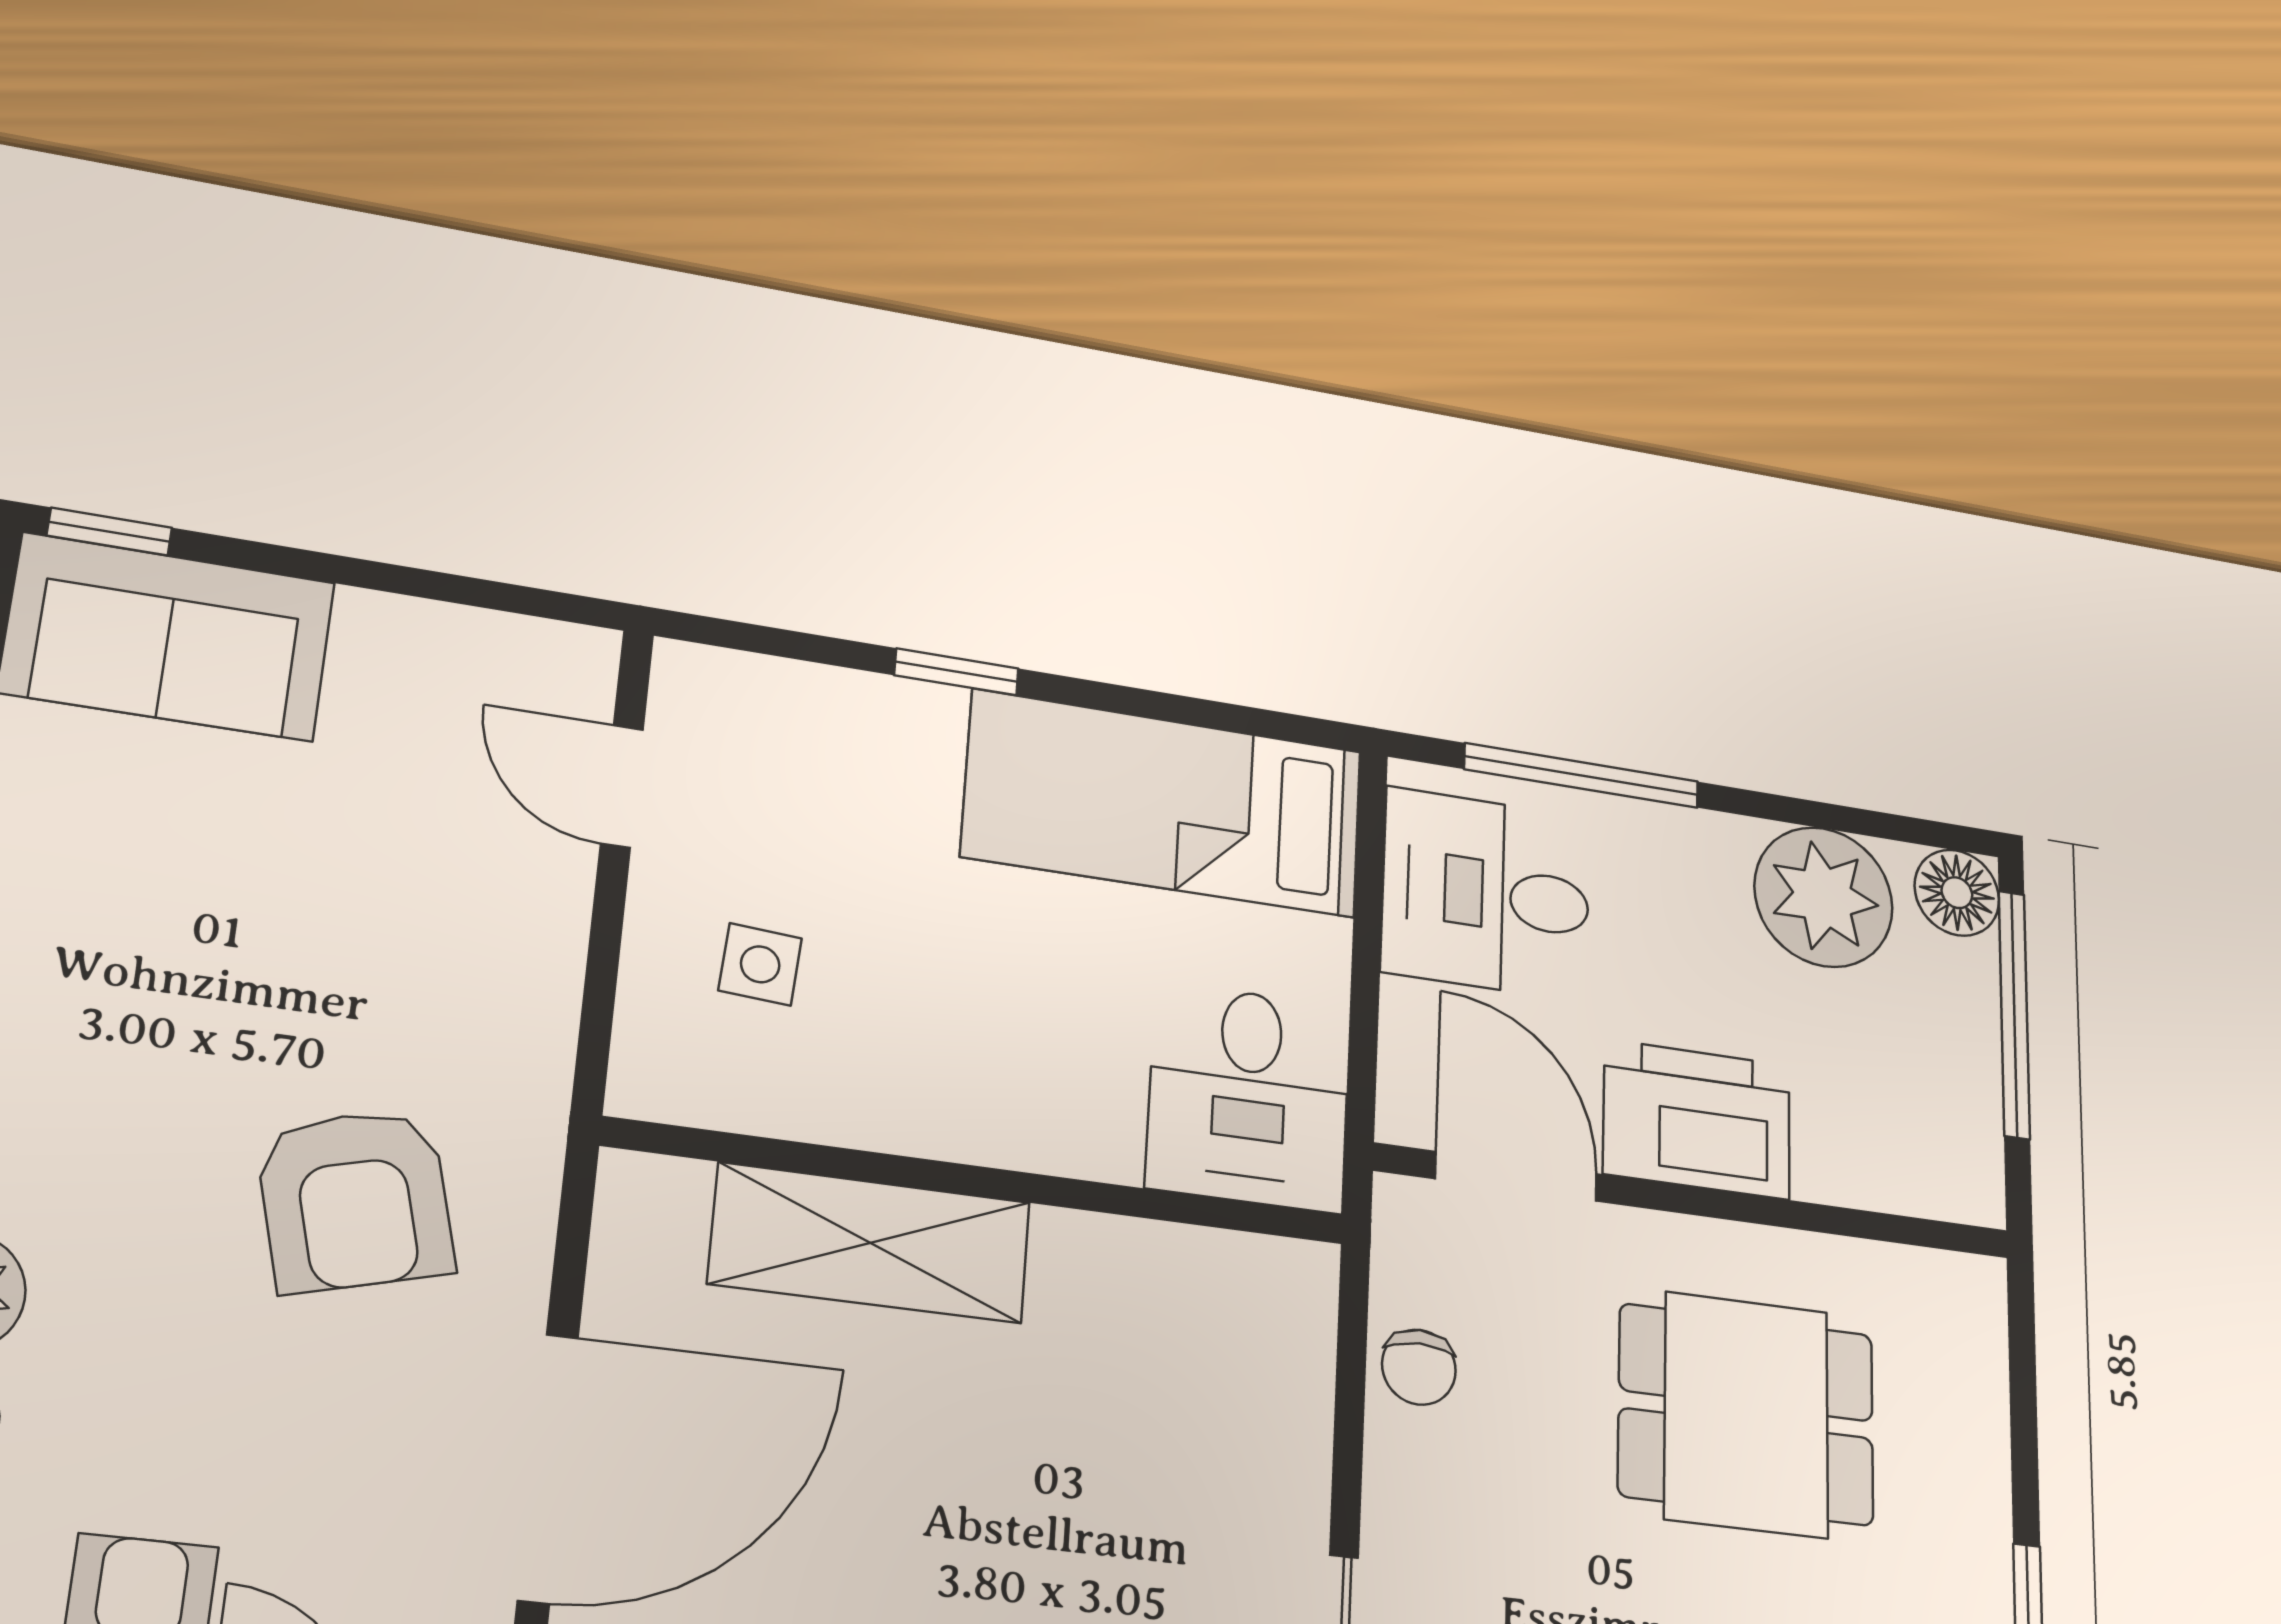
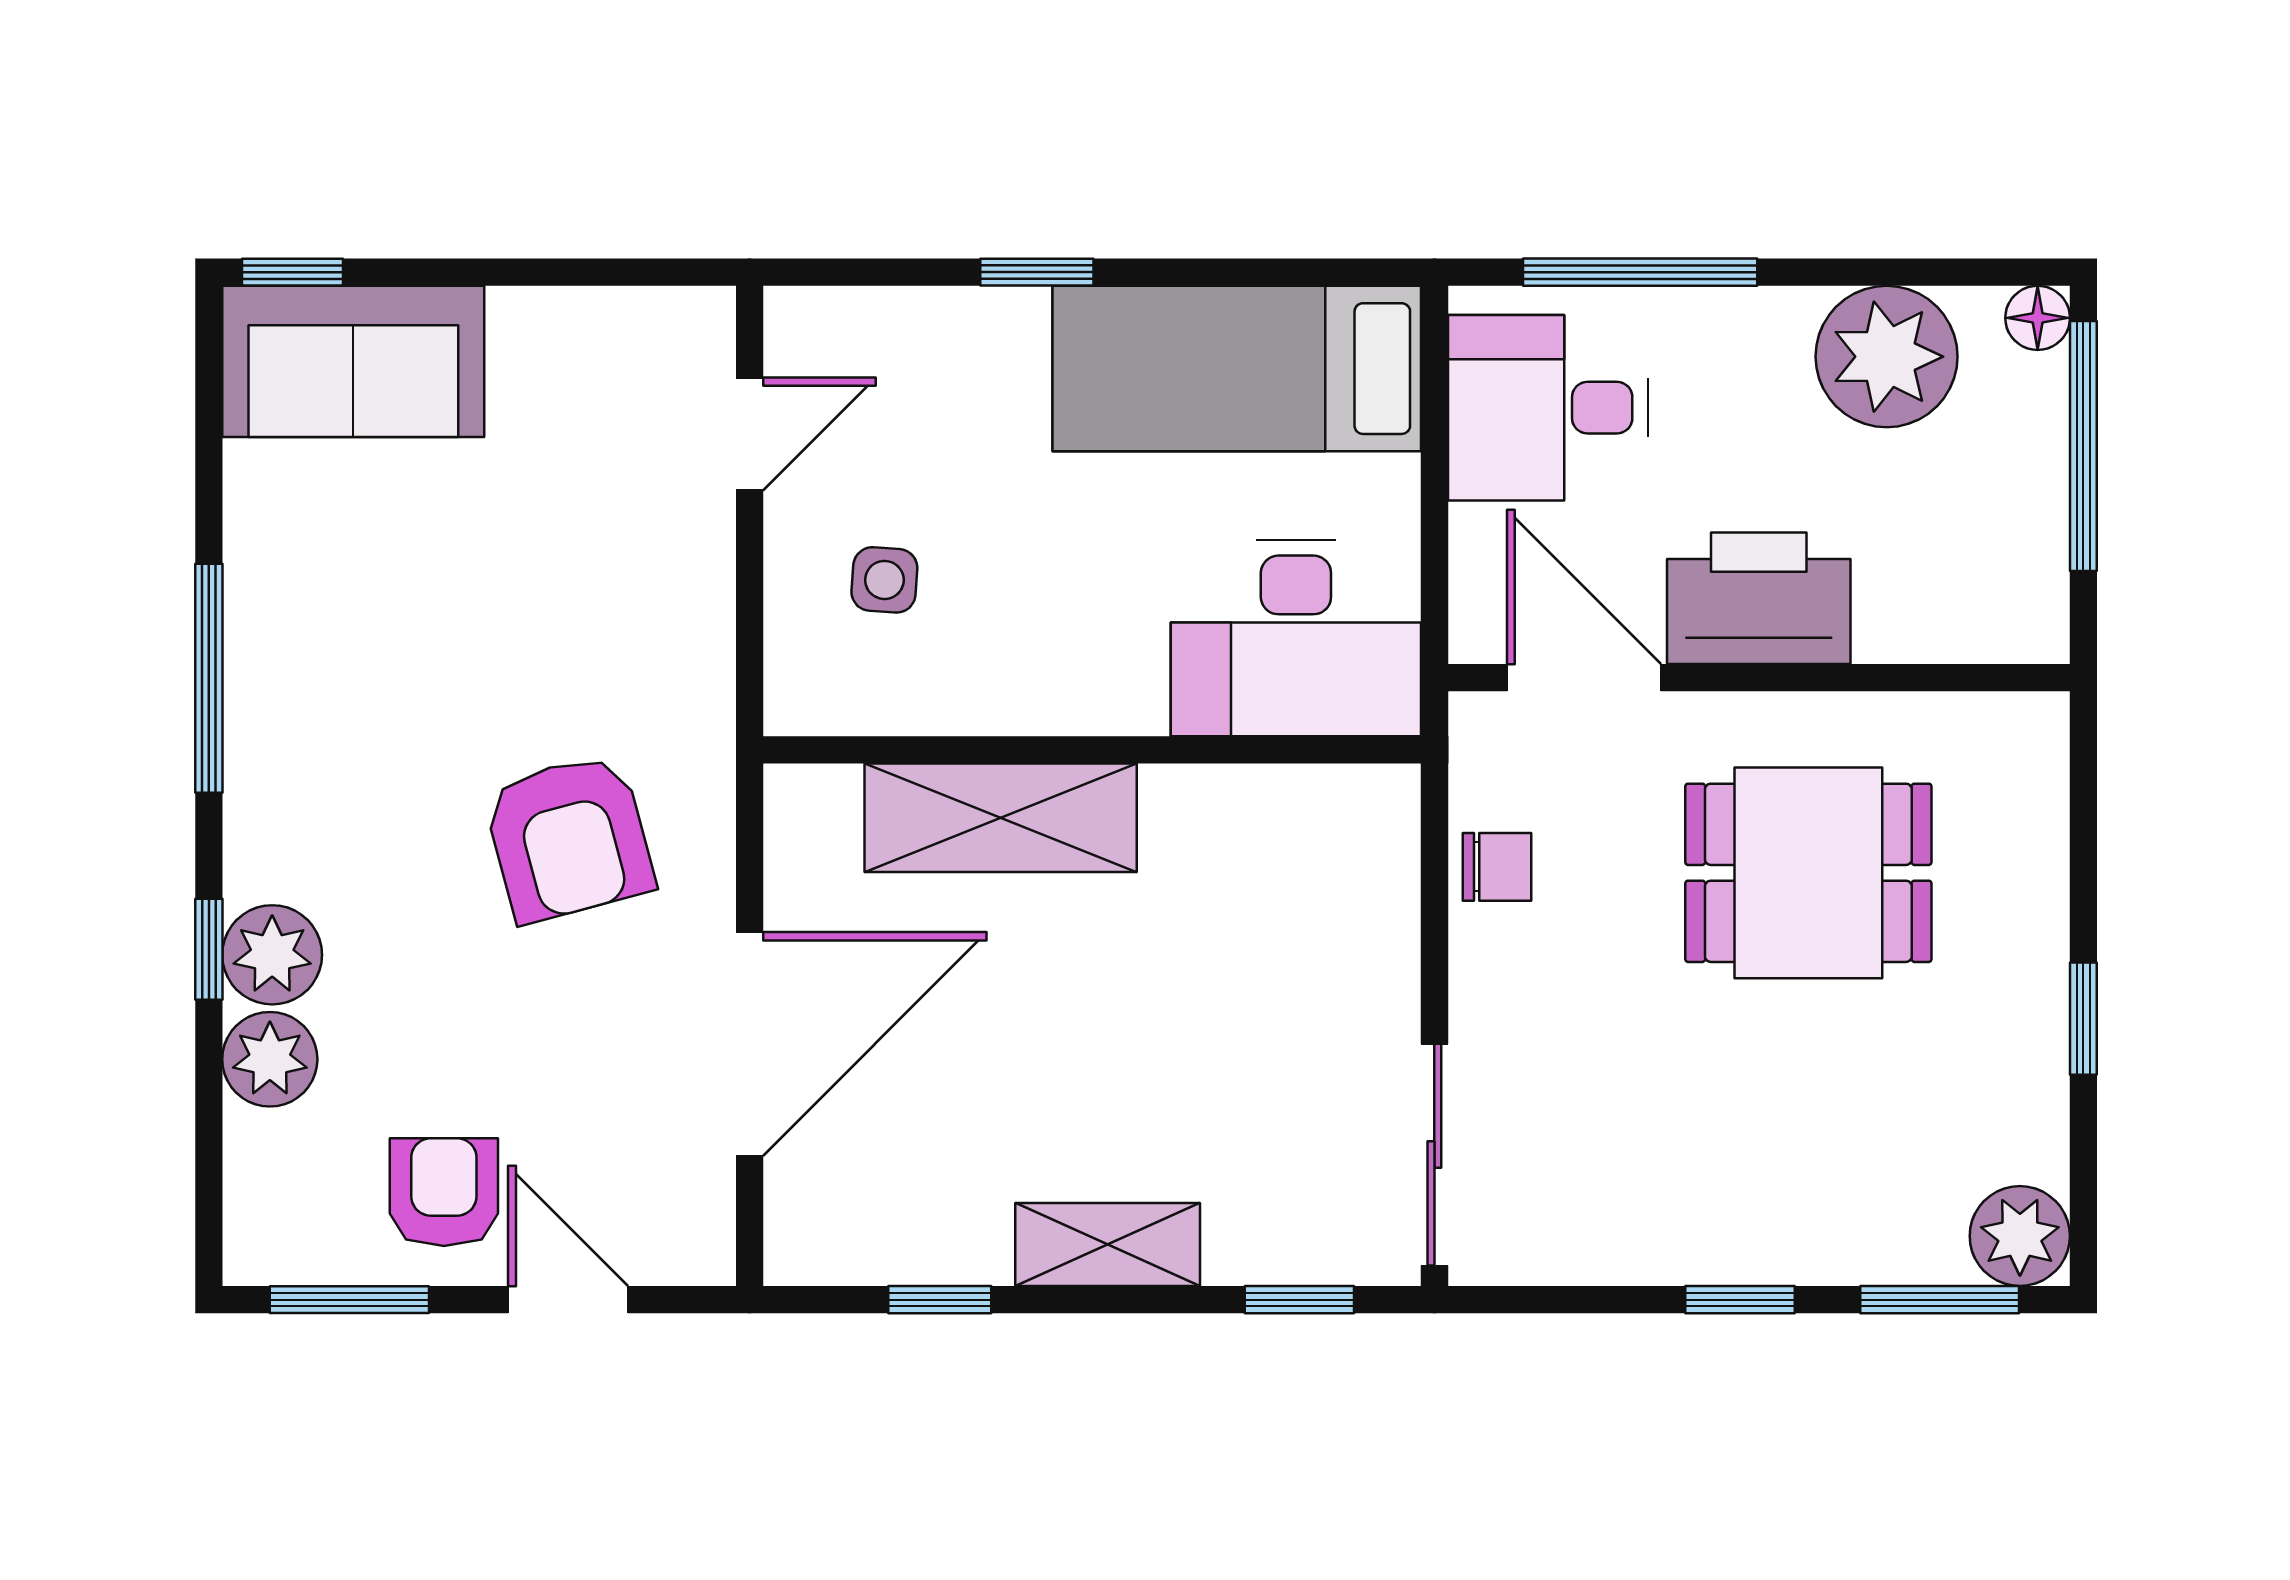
door: (622, 786) -> (750, 434), swing flipped
floor lamp: (1957, 893) -> (2038, 318), width x0.73, depth x0.73
desk: (1249, 1097) -> (1296, 638), width x1.37
chair: (1419, 1367) -> (1497, 867), turned -90

